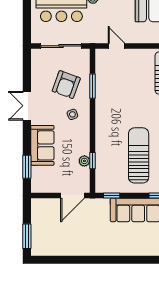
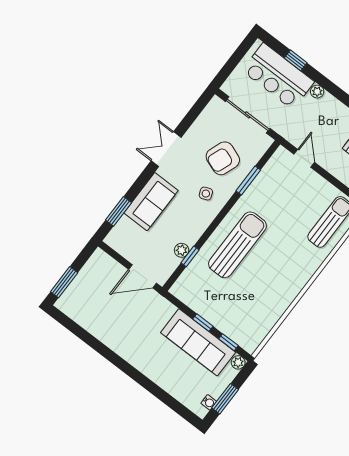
sun lounger: (139, 155) -> (237, 245), moved
window: (112, 195) -> (203, 323), moved

